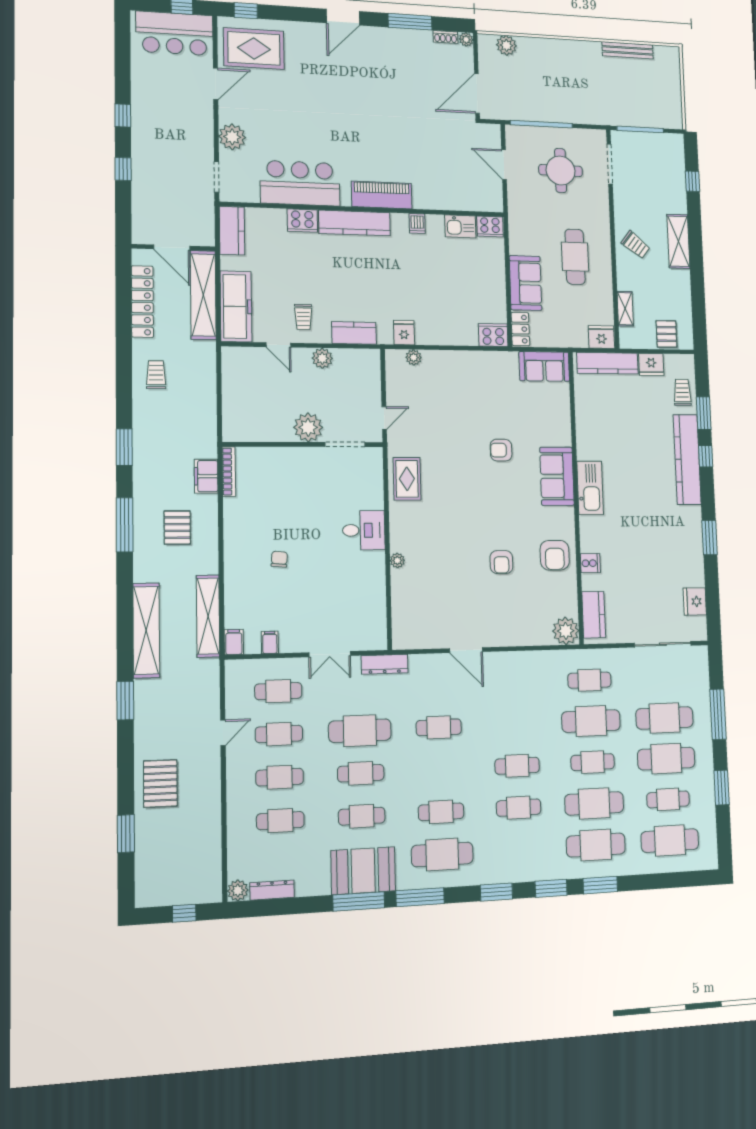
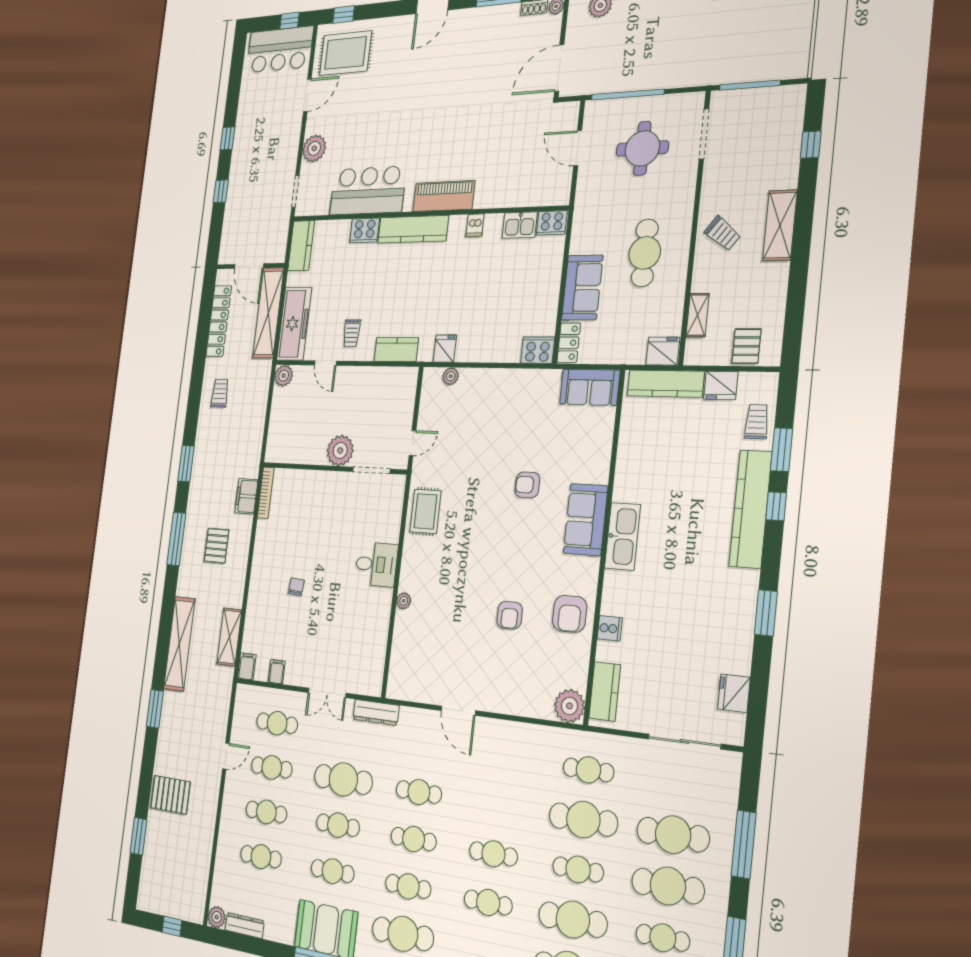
plant: (322, 358) -> (284, 376), moved
shelving: (208, 616) -> (229, 637), width x0.68
cafe table: (440, 769) -> (414, 839), added
pallet: (160, 784) -> (170, 795), turned 90

